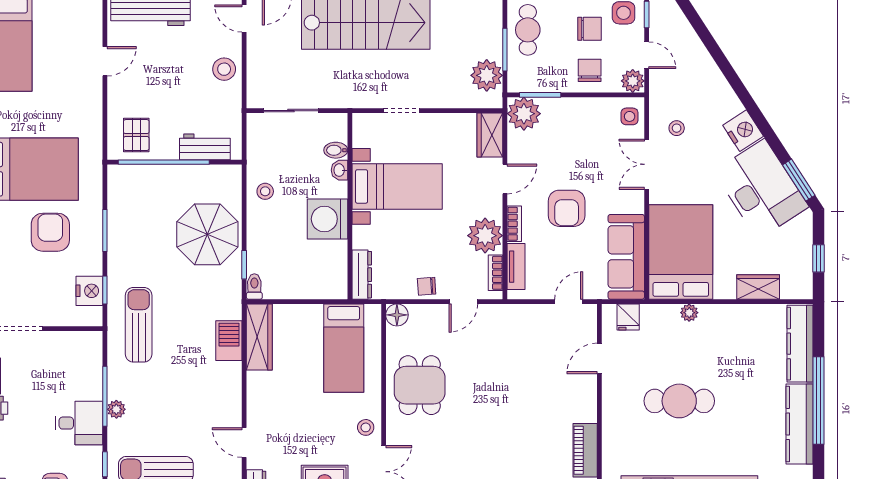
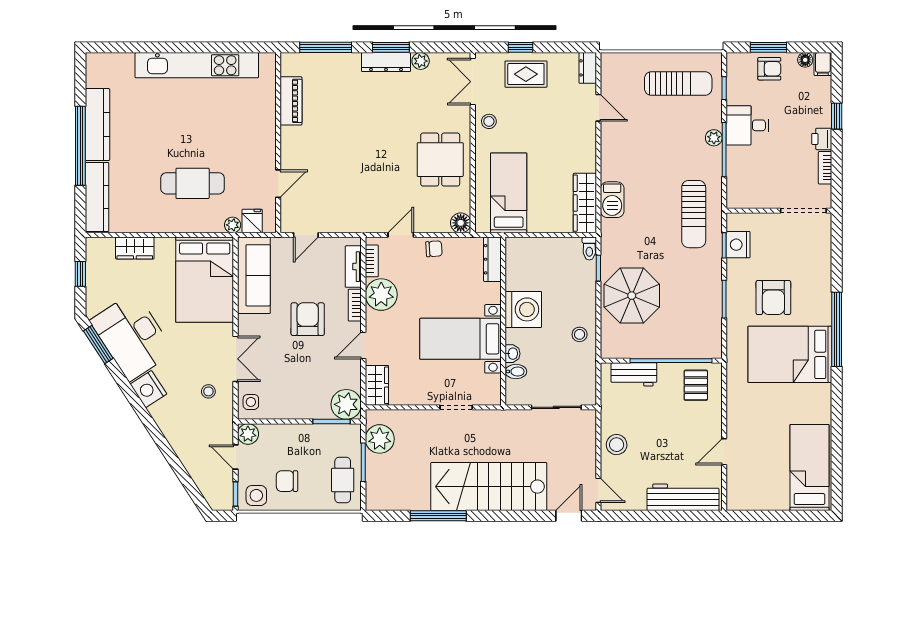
chair: (590, 70) -> (287, 444), removed
plant: (689, 313) -> (233, 225), moved
cafe table: (679, 401) -> (193, 183), moved

